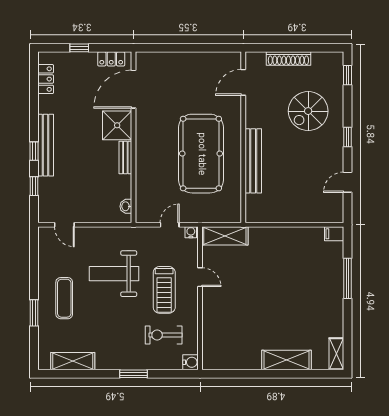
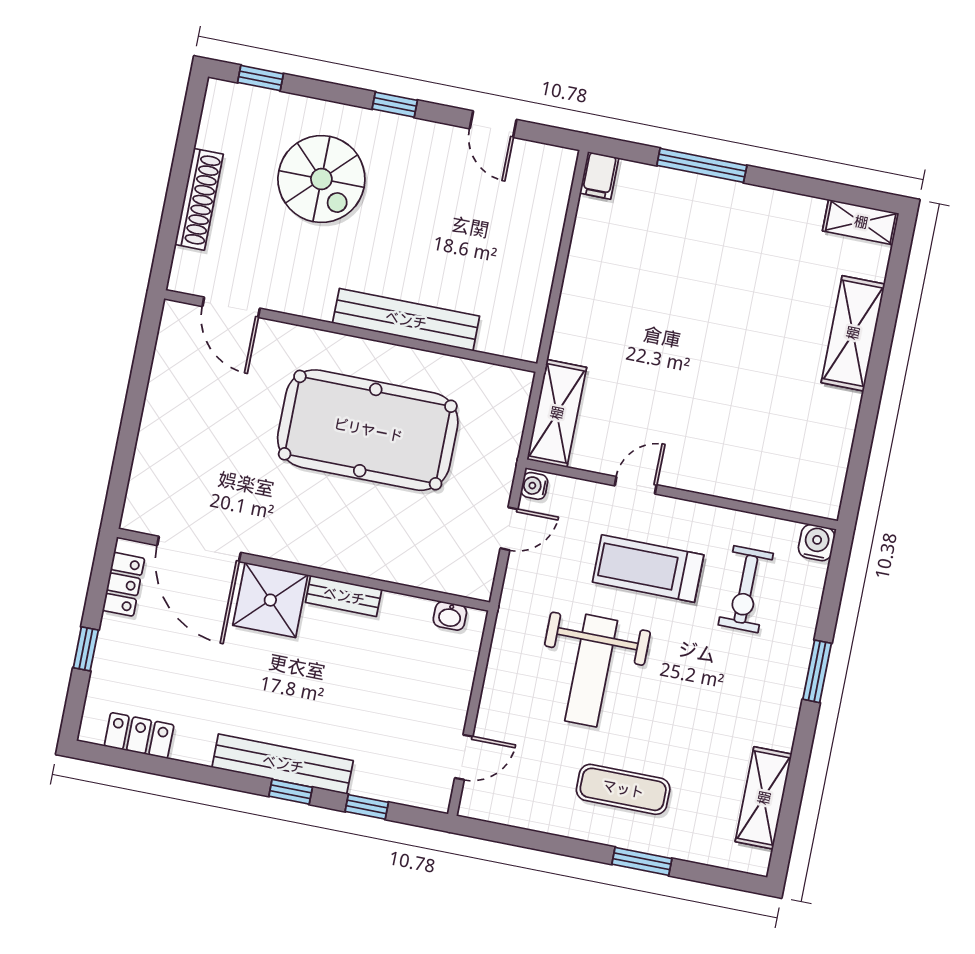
door: (170, 225) -> (509, 529), swing flipped
treadmill: (164, 290) -> (648, 569), turned 180

